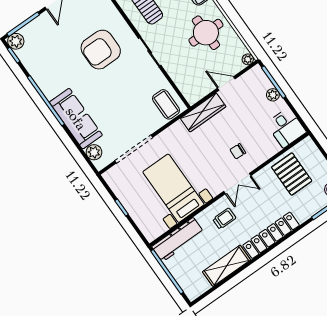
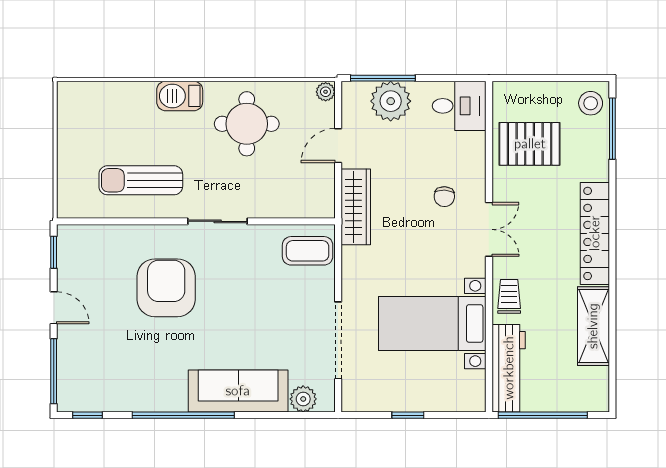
plant: (16, 41) -> (70, 398), removed
armchair: (101, 50) -> (166, 288), turned 180
plant: (273, 95) -> (391, 101), width x1.88, depth x1.88
trolley: (224, 219) -> (509, 296), moved

